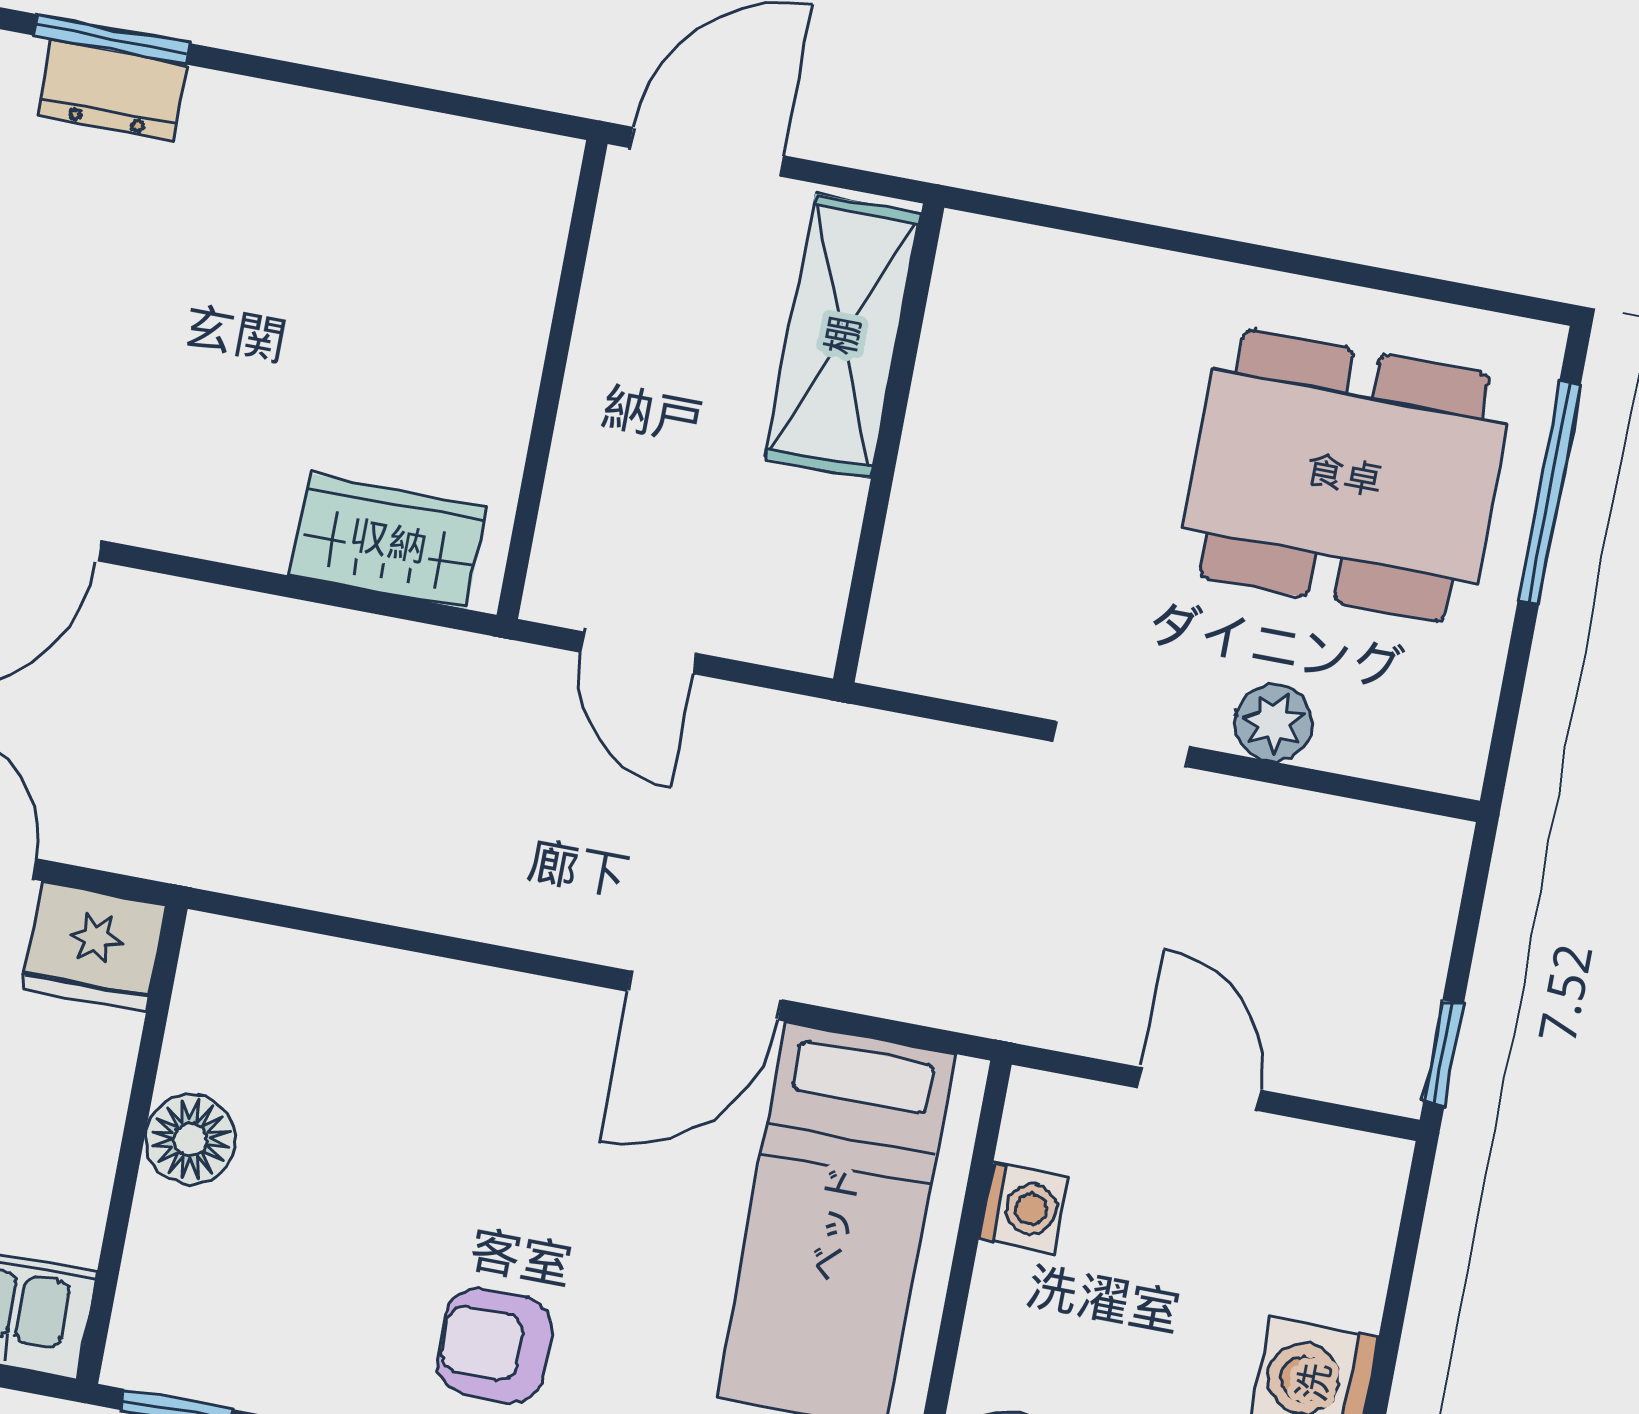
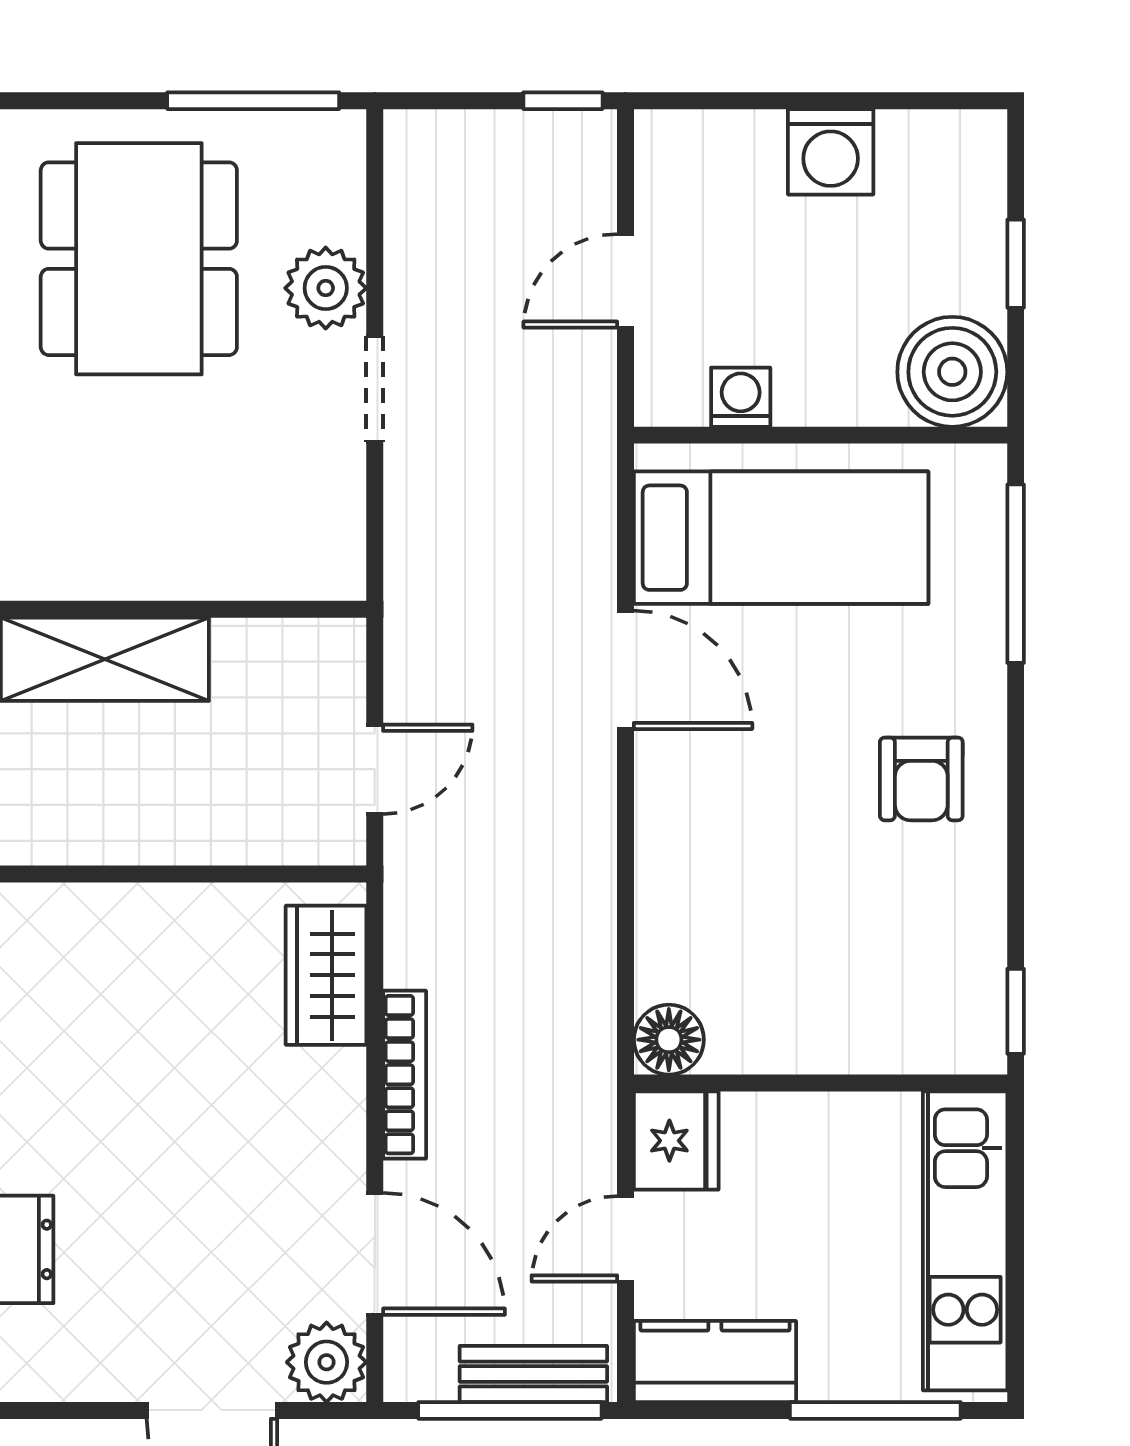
window: (1549, 493) -> (253, 101), moved
bookcase: (243, 617) -> (405, 1075), added
plant: (1274, 723) -> (326, 288), width x1.38, depth x1.38
floor lamp: (190, 1139) -> (669, 1040), moved

